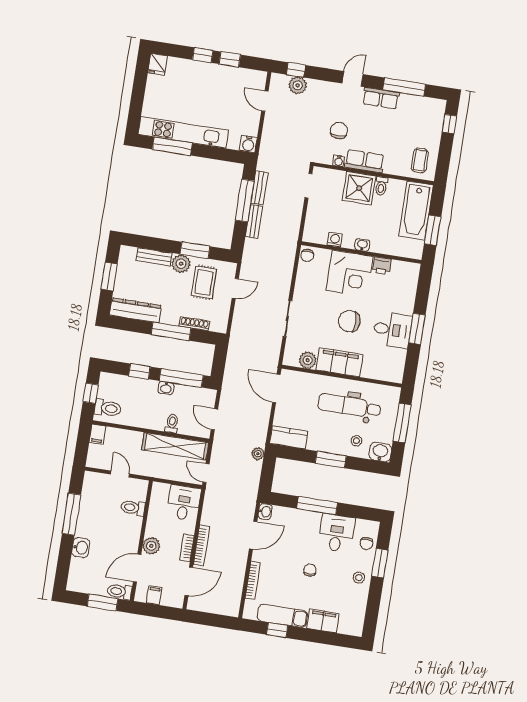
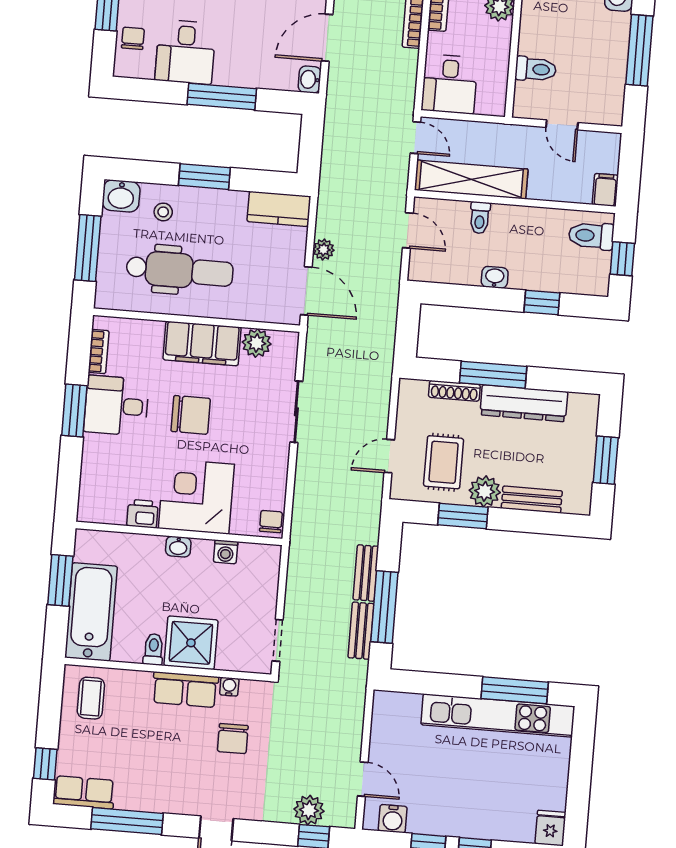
row of seats: (381, 98) -> (84, 792), moved
water cooler: (248, 144) -> (393, 819), moved, turned 180
dresser: (135, 310) -> (524, 403), moved
bookcase: (400, 362) -> (99, 352), added
window: (181, 378) -> (470, 297), removed
plant: (258, 454) -> (324, 250), moved

